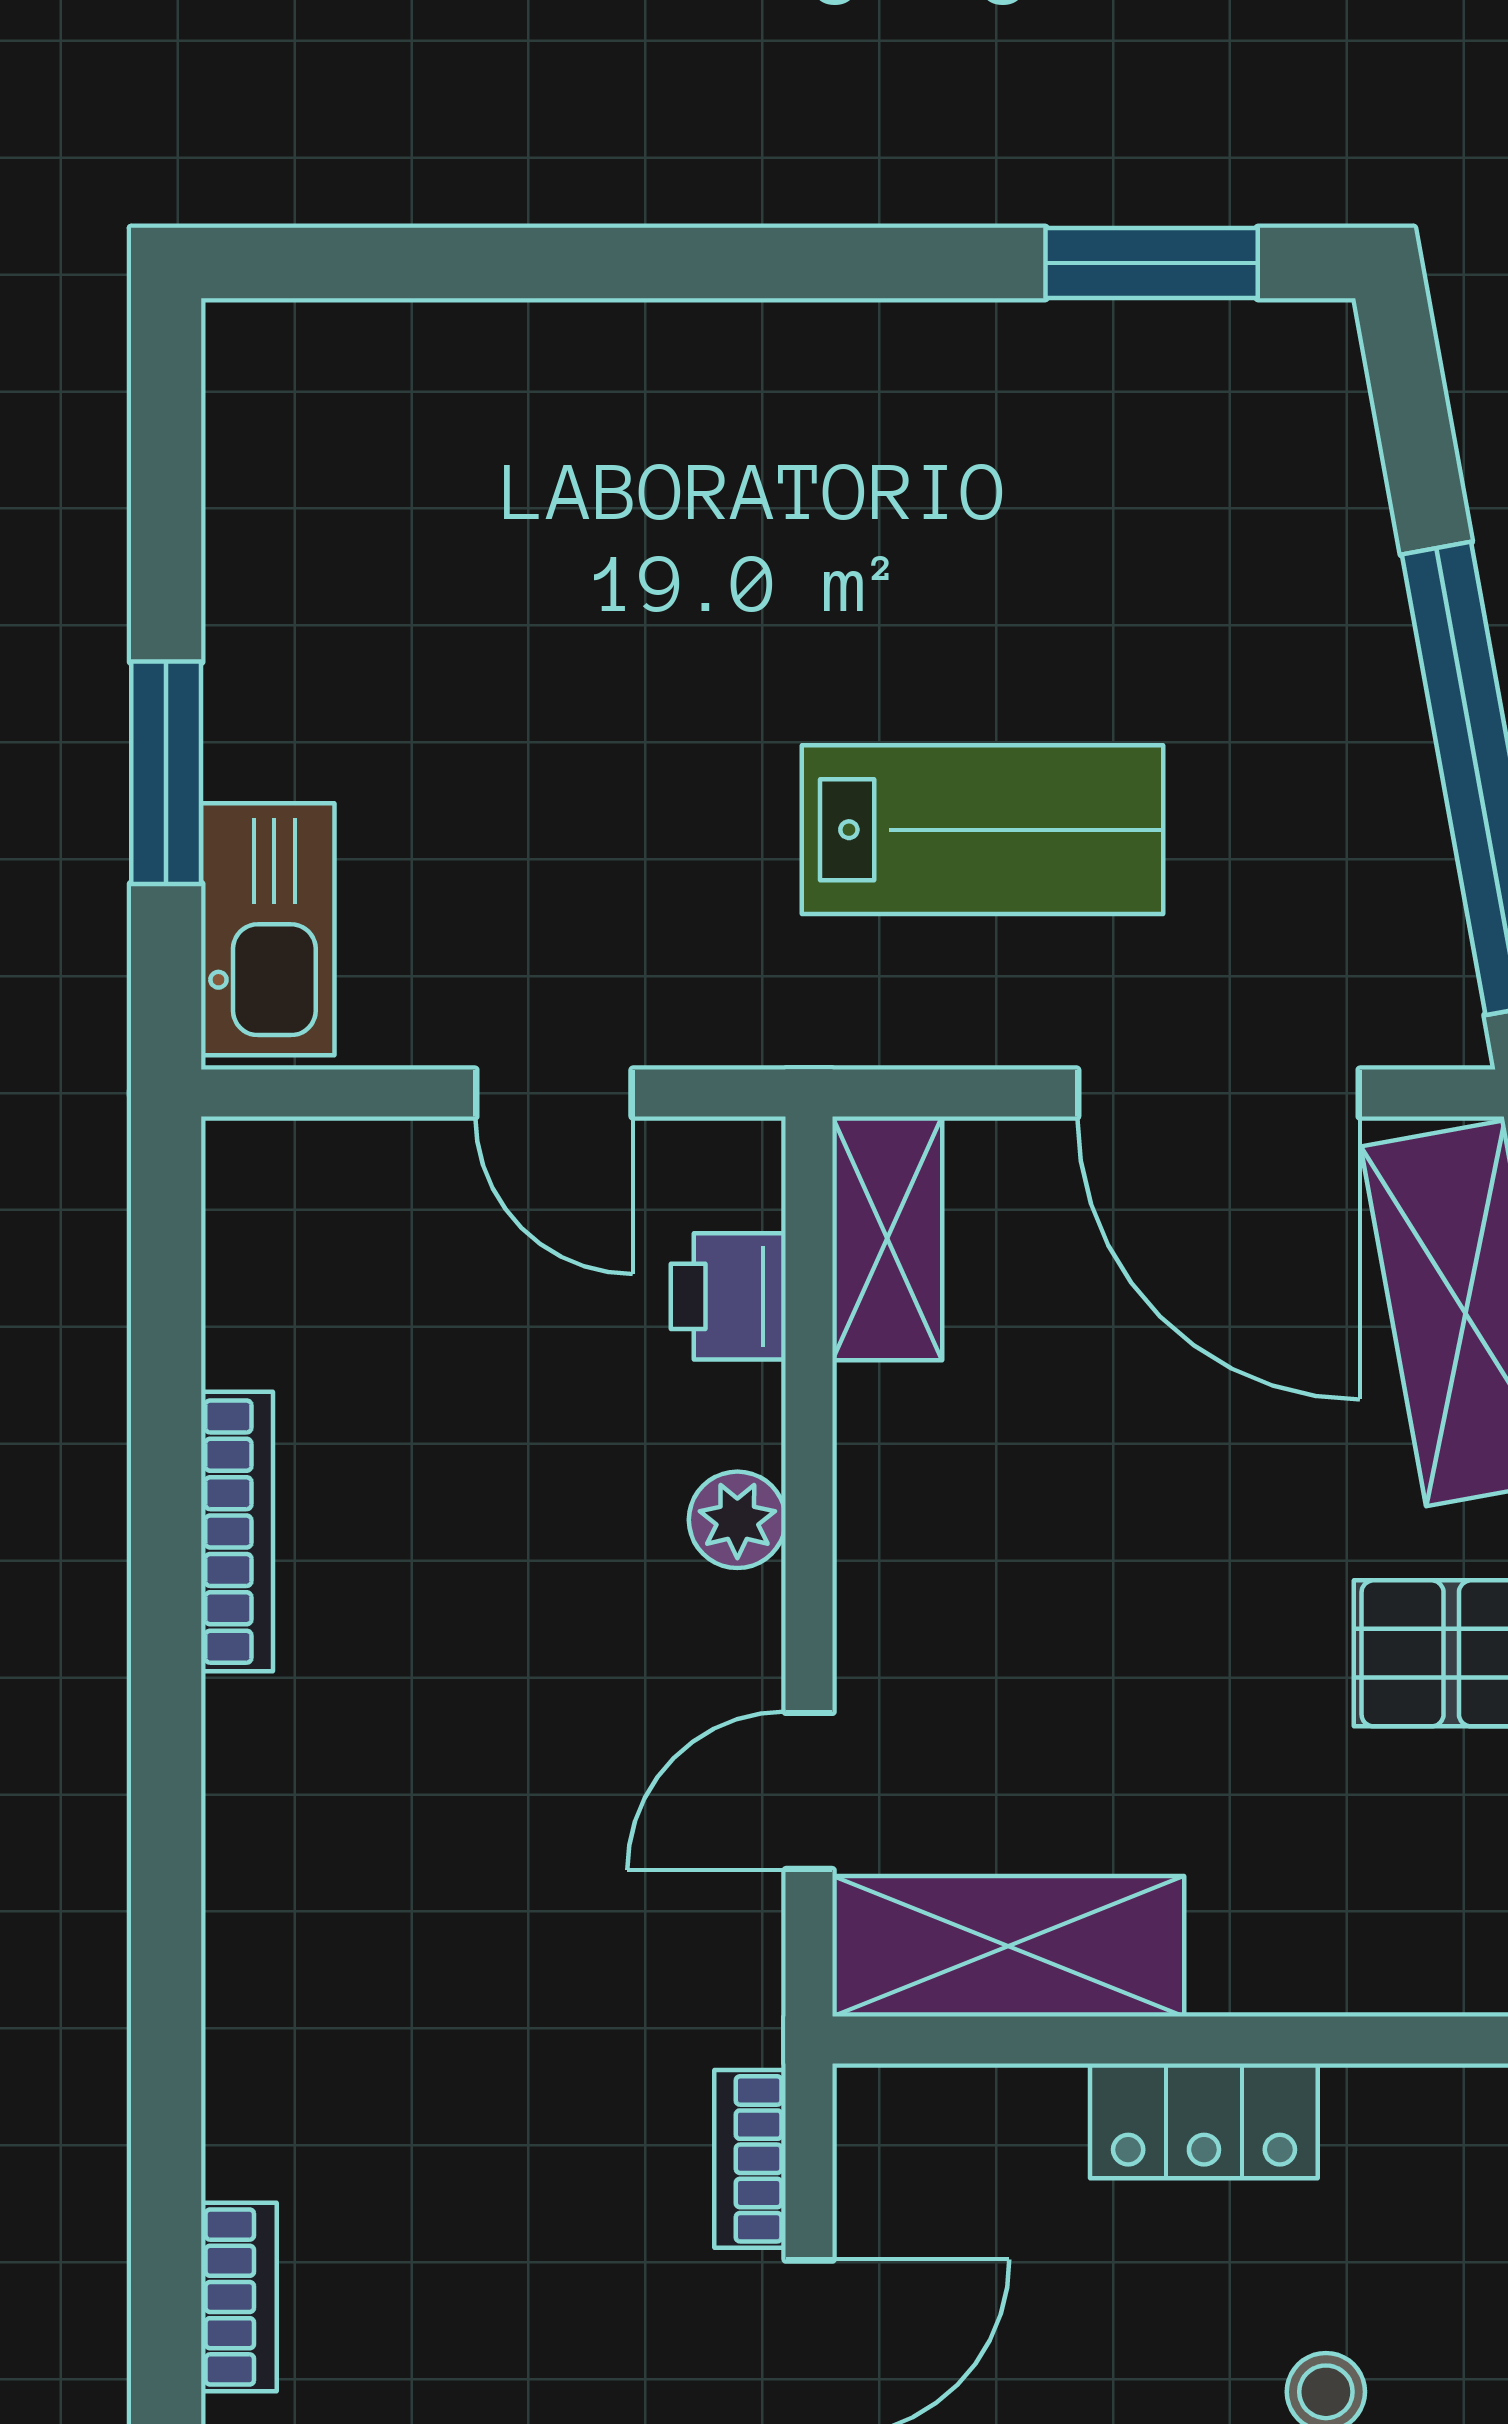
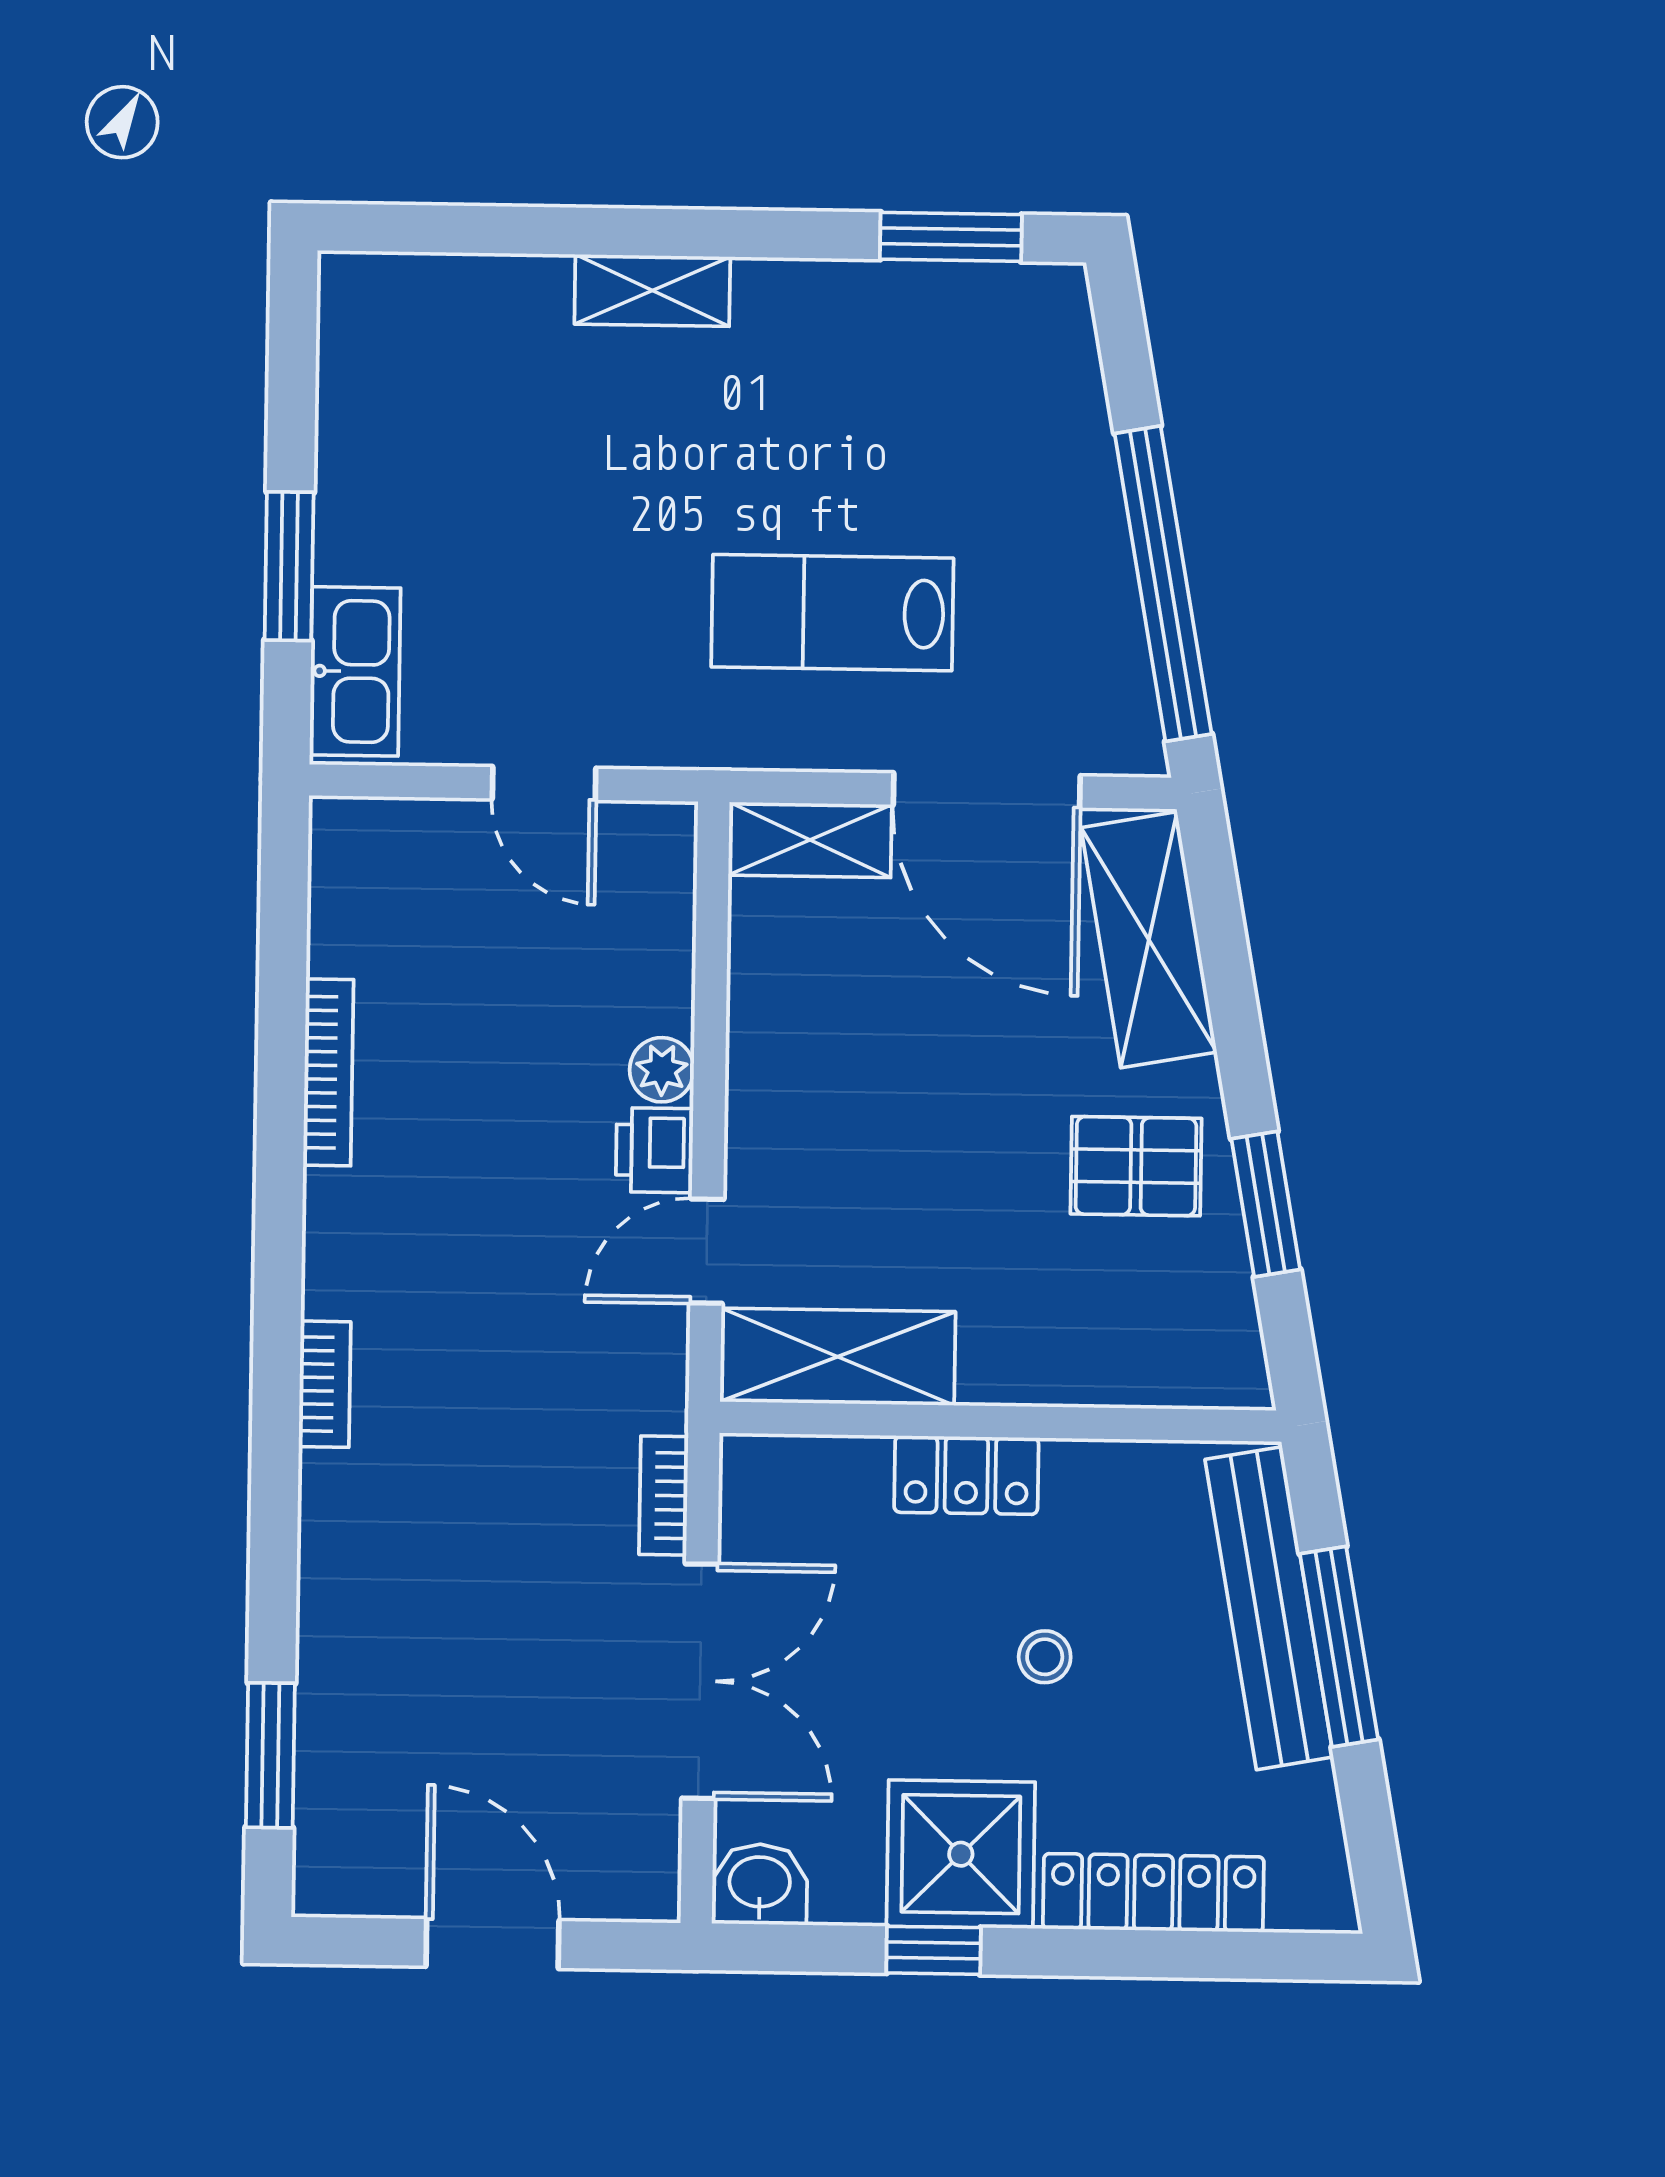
shelving: (705, 350) -> (652, 290), added
lab bench: (983, 830) -> (832, 613), turned 180
shelving: (887, 1238) -> (810, 840), moved, turned 90
printer: (728, 1296) -> (654, 1150), moved
bookcase: (239, 2297) -> (325, 1384), moved

